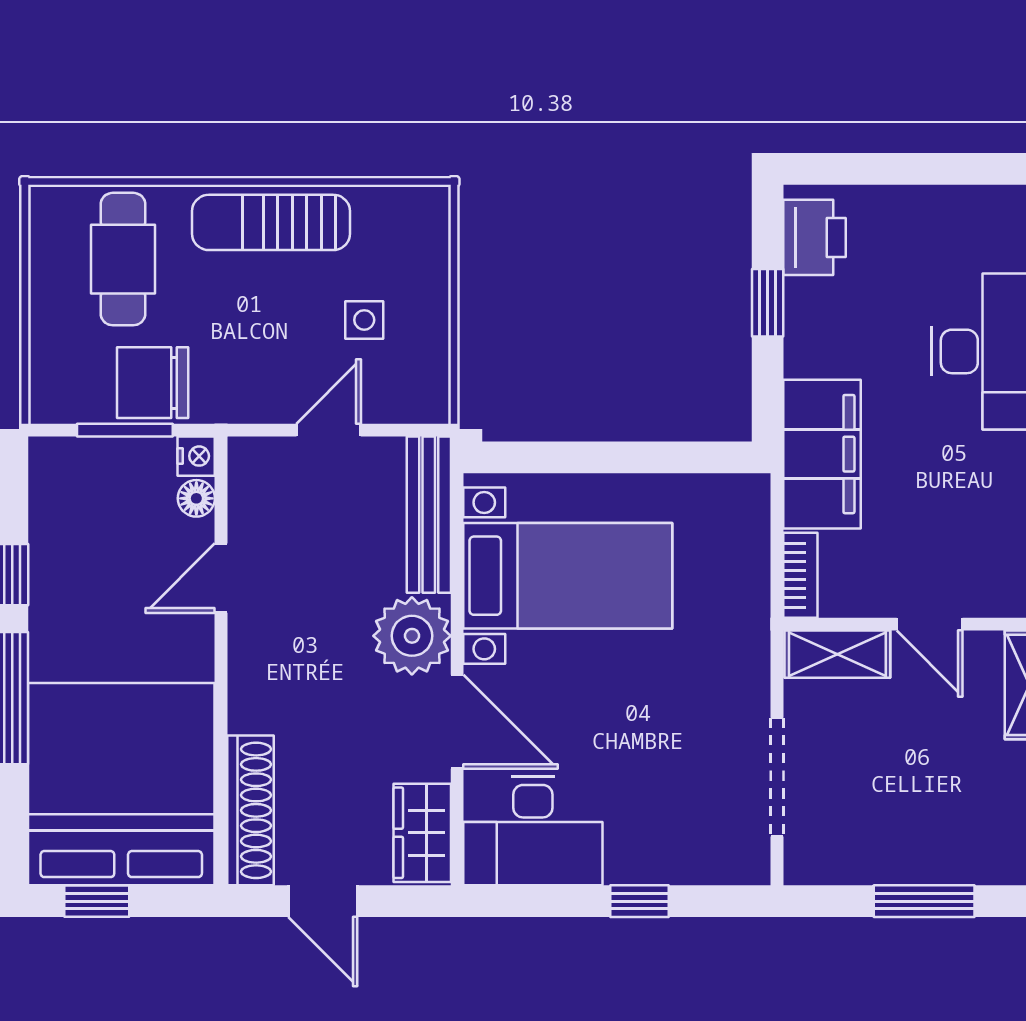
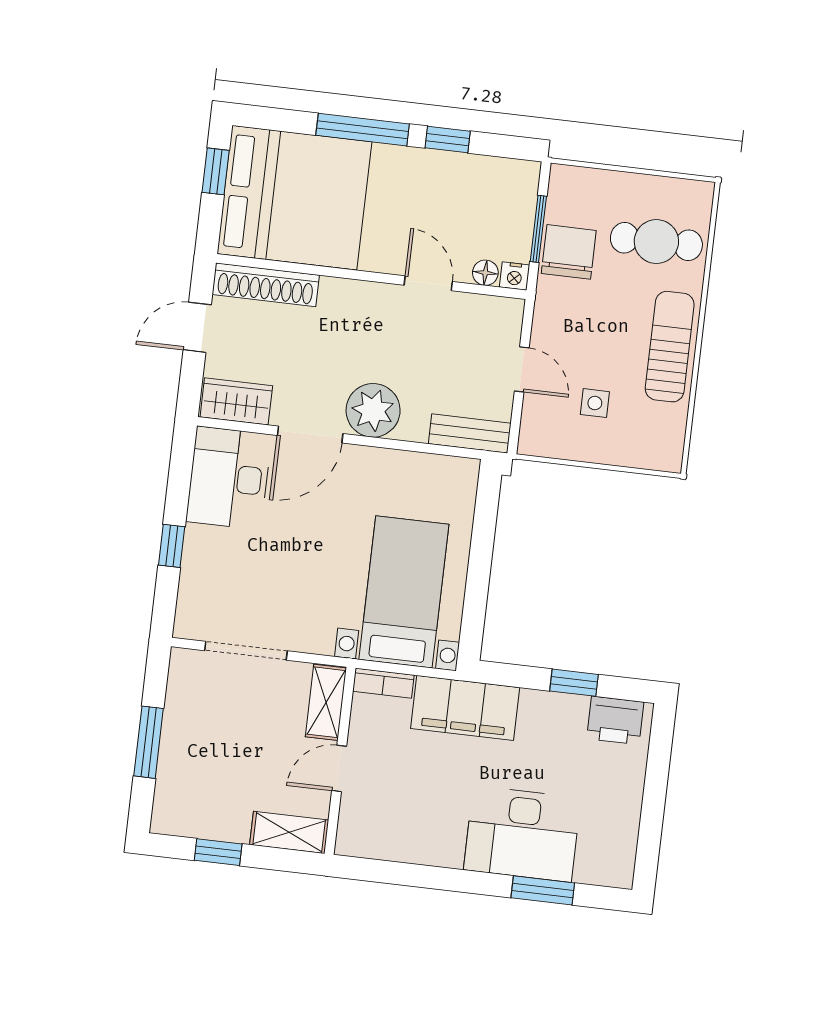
bench: (429, 515) -> (470, 434), width x0.73
bed with nightstands: (568, 576) -> (404, 592), moved, turned 180

